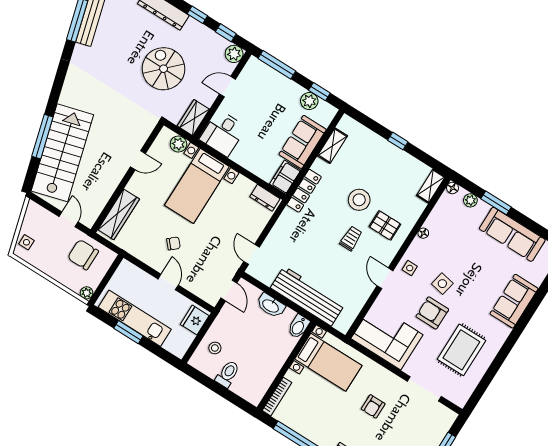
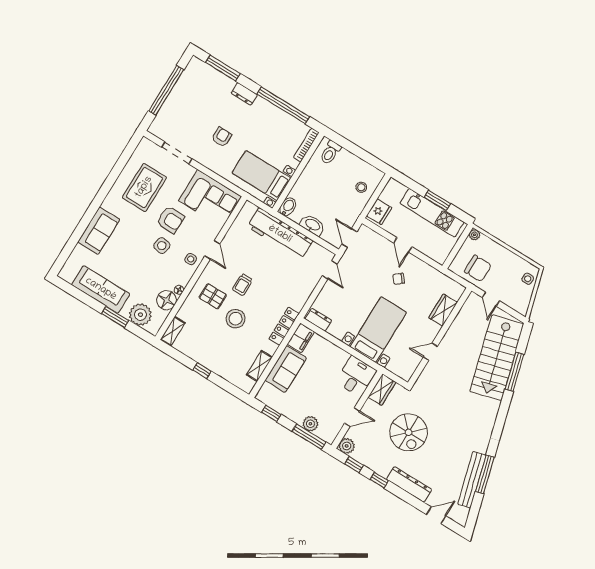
plant: (309, 101) -> (310, 424), moved
plant: (178, 144) -> (395, 366), removed
floor lamp: (453, 188) -> (167, 300), moved, width x1.89, depth x1.89
plant: (470, 200) -> (140, 315), width x1.87, depth x1.87
wardrobe: (119, 214) -> (443, 310), width x0.67
toilet: (228, 374) -> (330, 152), moved

